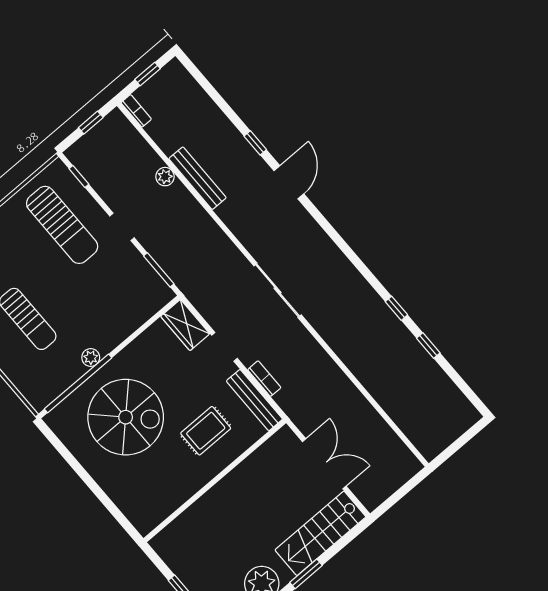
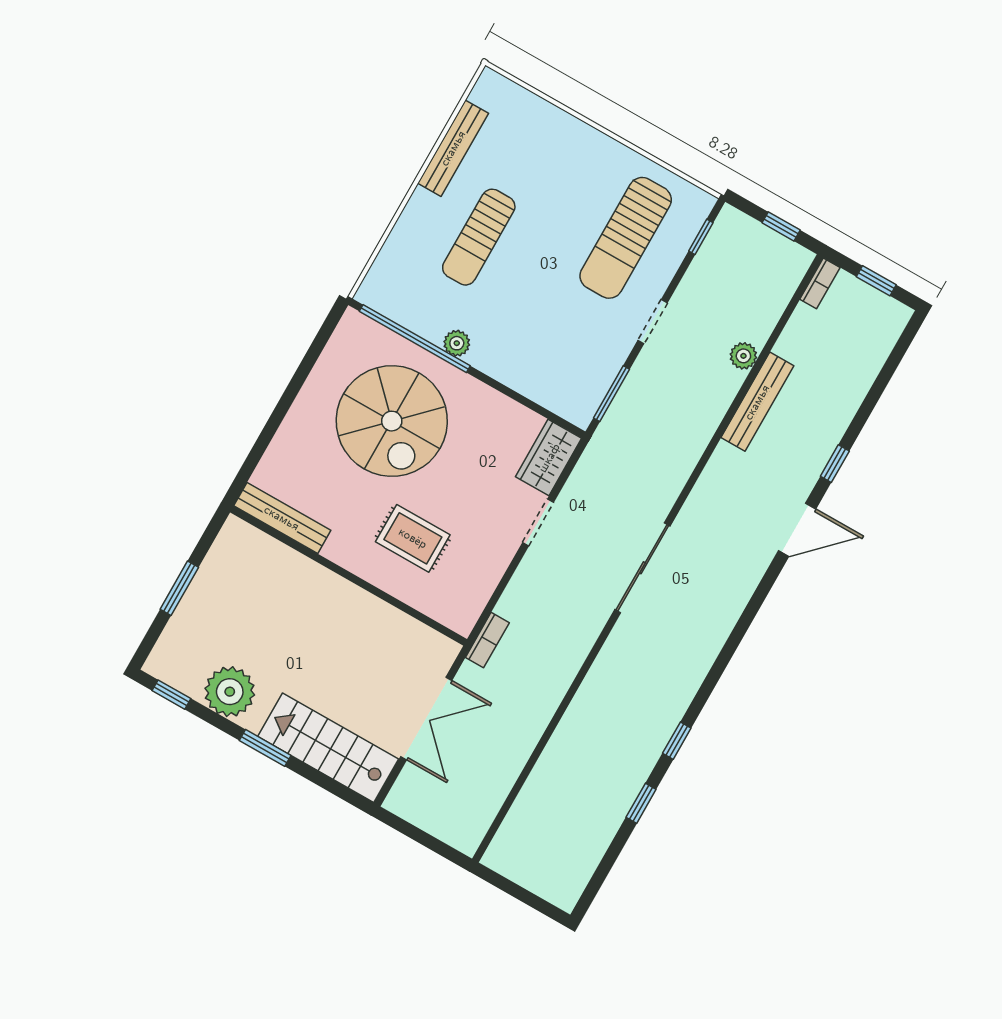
bookcase: (264, 379) -> (487, 640), moved
bench: (254, 400) -> (282, 518), moved, turned 90

